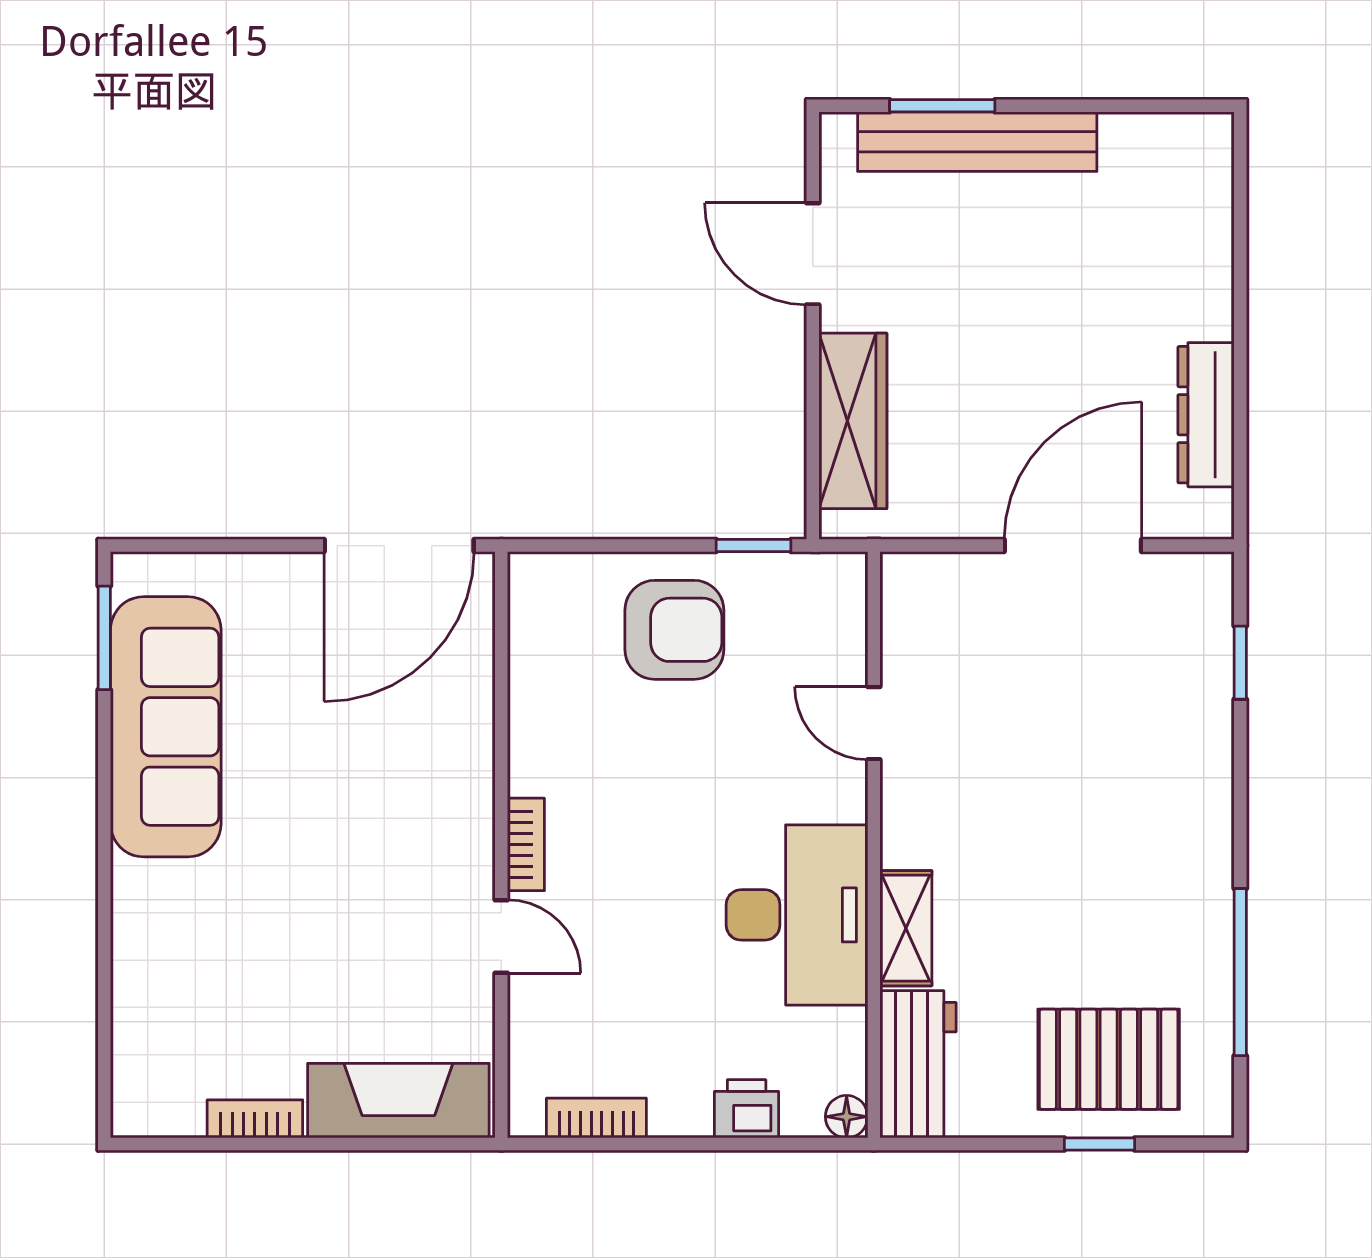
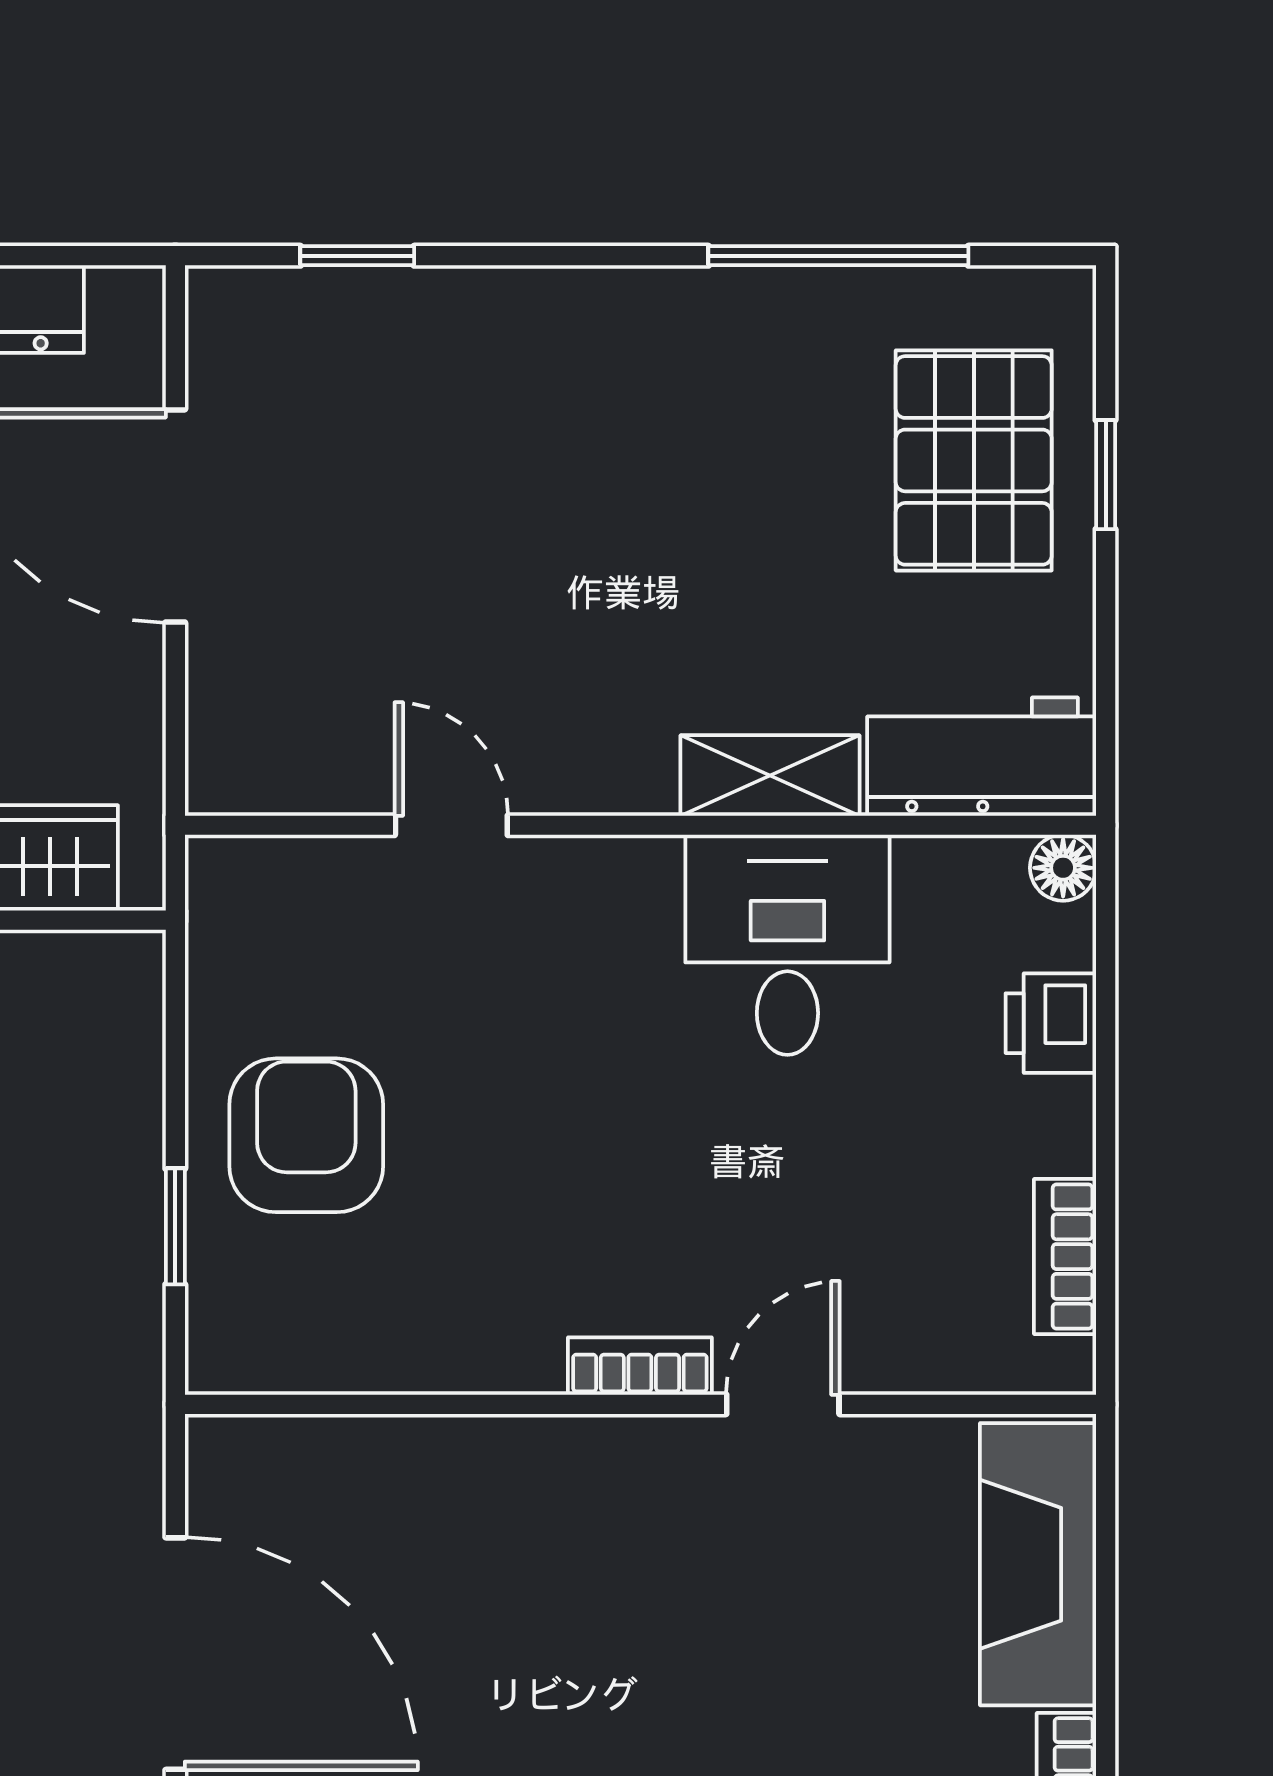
door: (399, 546) -> (175, 1654), moved
window: (754, 546) -> (175, 1226), moved
door: (874, 723) -> (451, 825), swing flipped
desk: (797, 915) -> (787, 945), width x0.73

